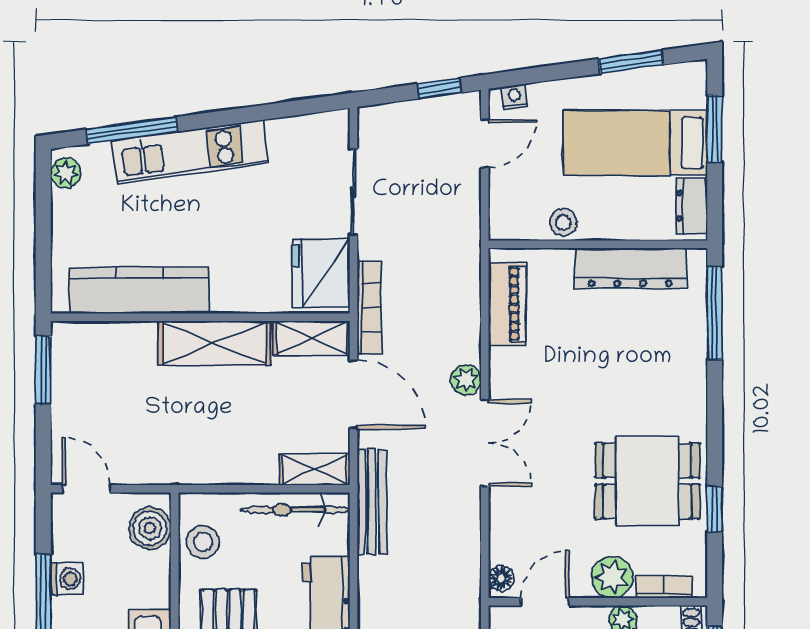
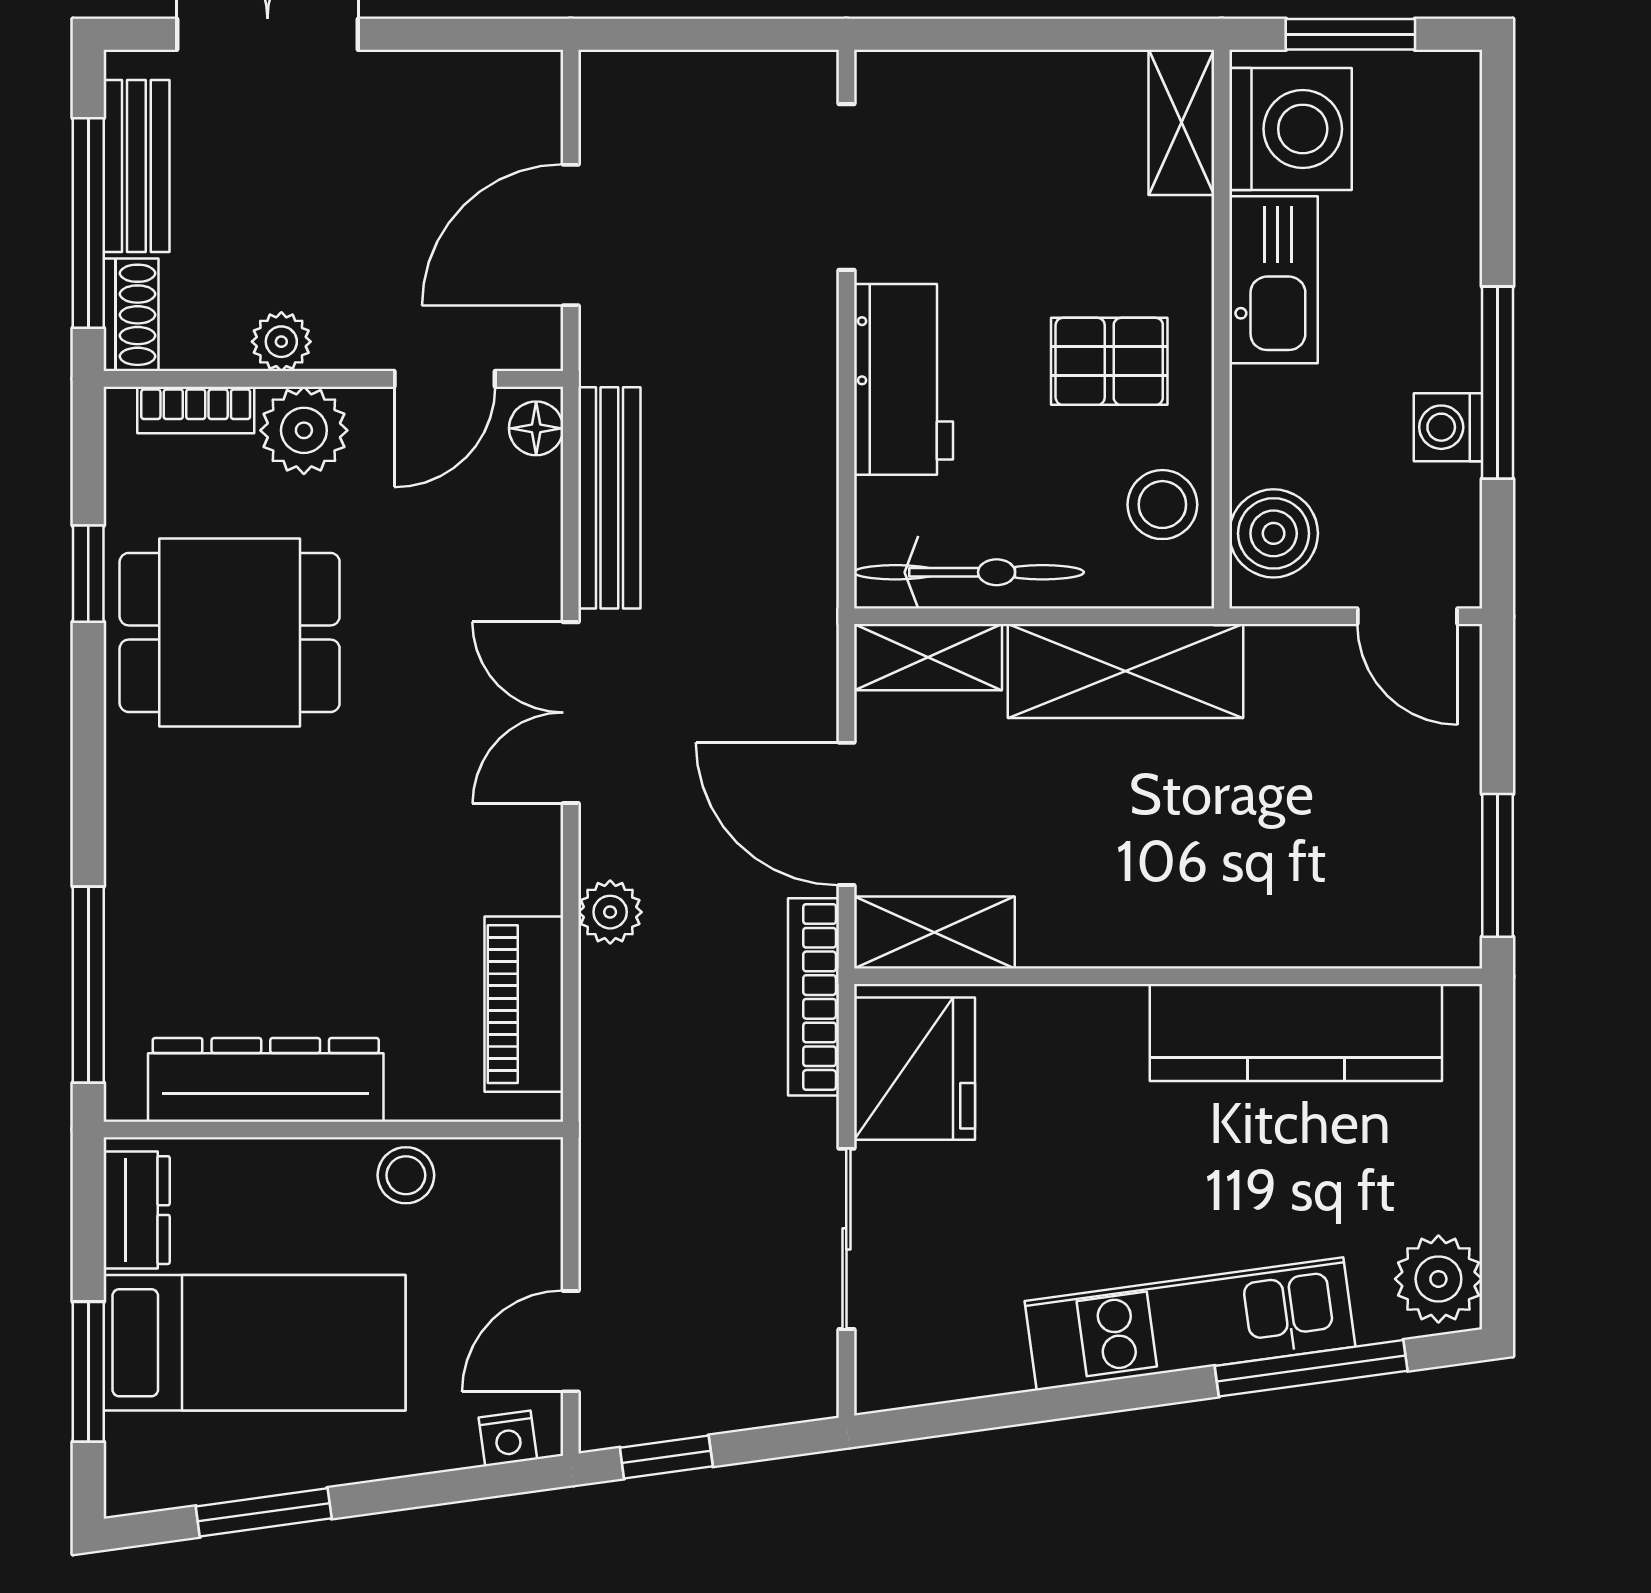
plant: (66, 173) -> (1438, 1279), width x1.38, depth x1.38
shelving: (214, 343) -> (1126, 671), moved
plant: (466, 380) -> (610, 912), moved
bench: (372, 502) -> (609, 498), moved

